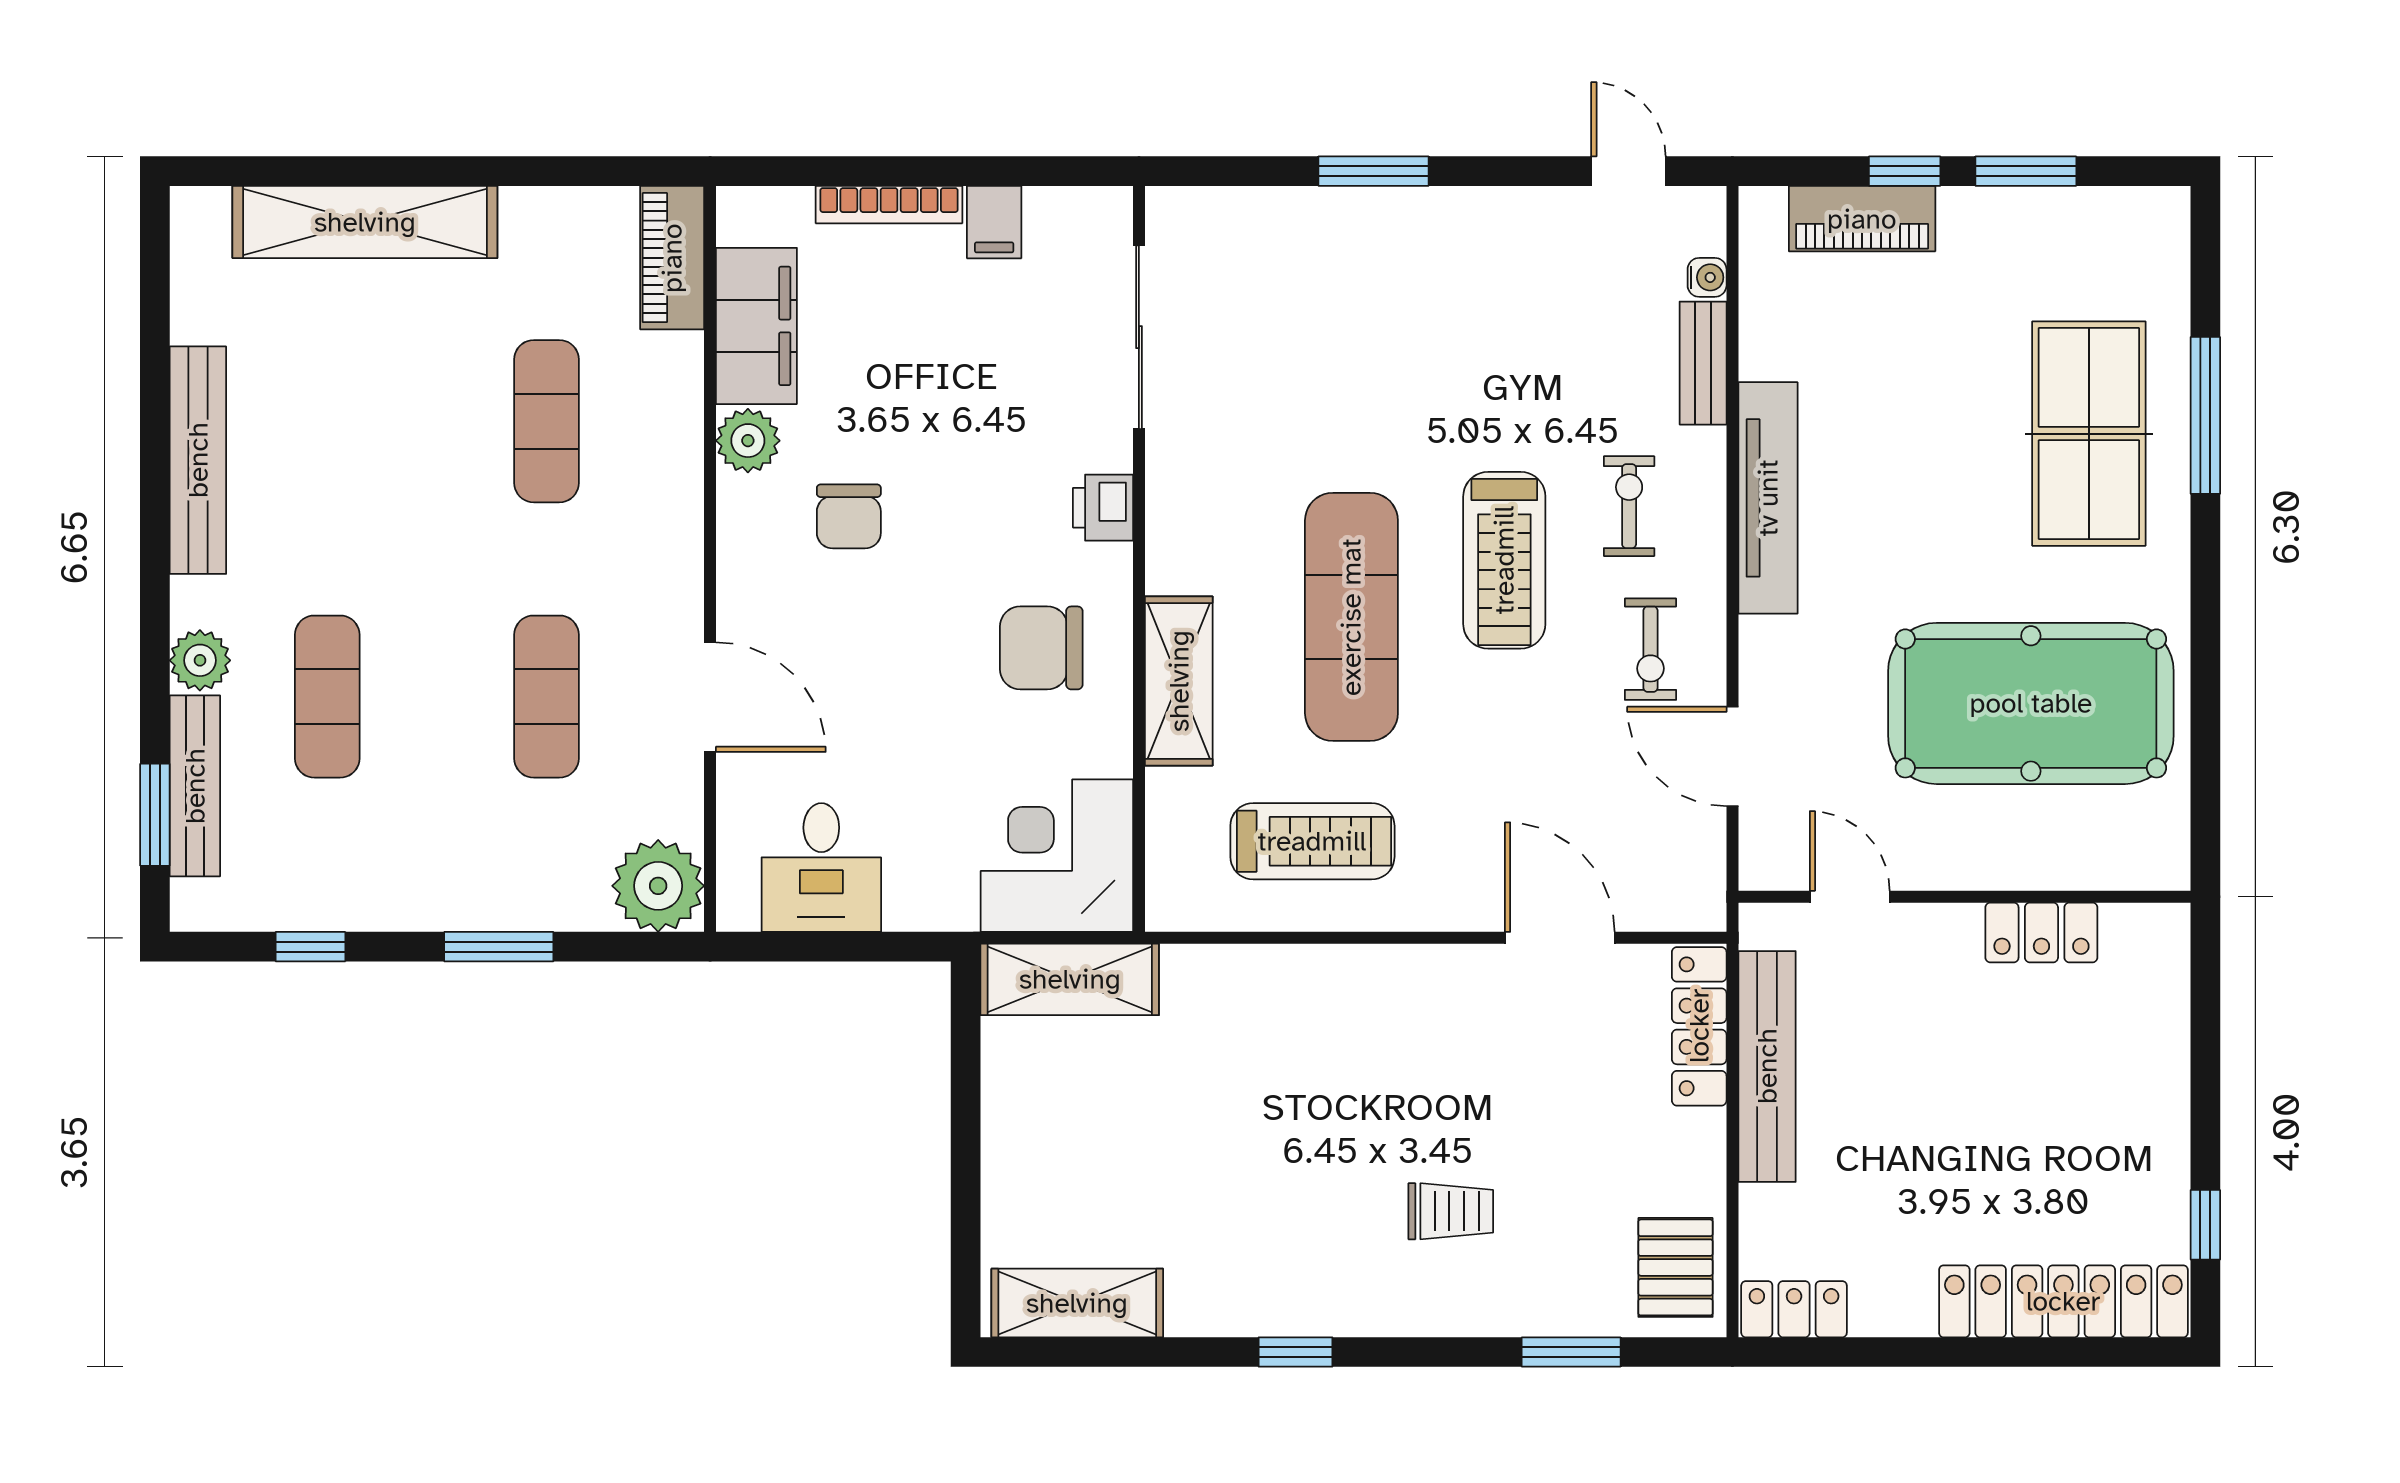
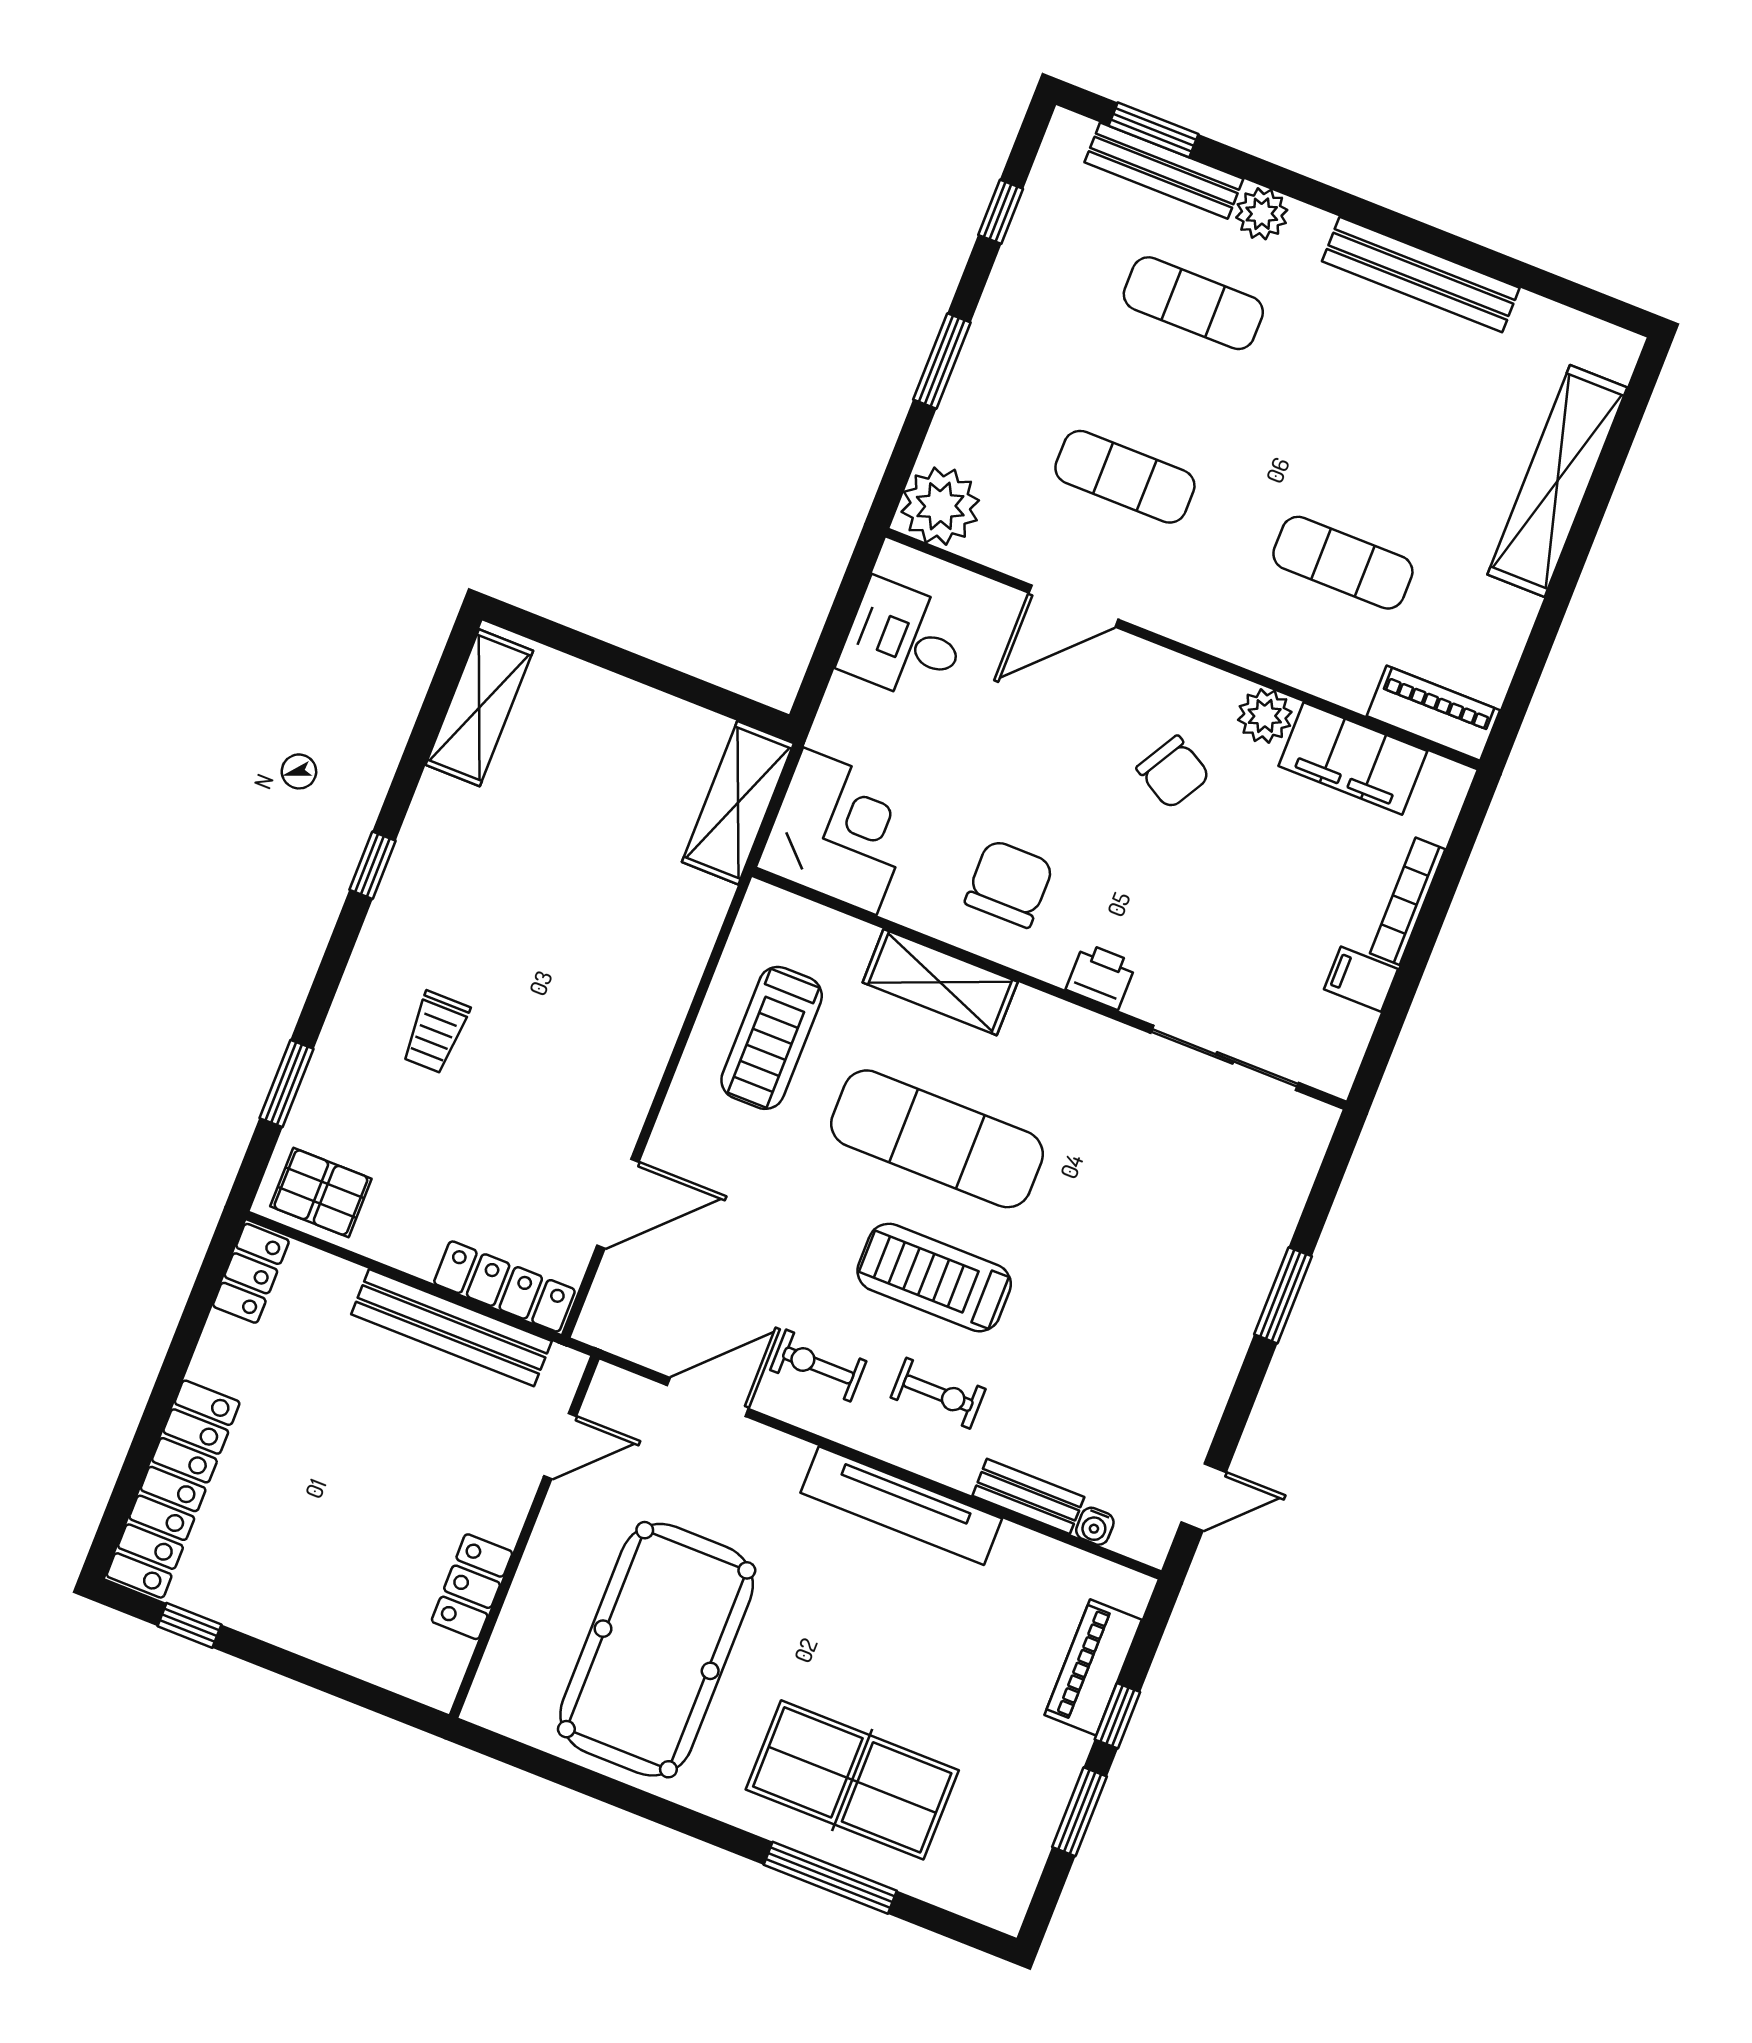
chair: (849, 516) -> (1173, 772), turned -150

